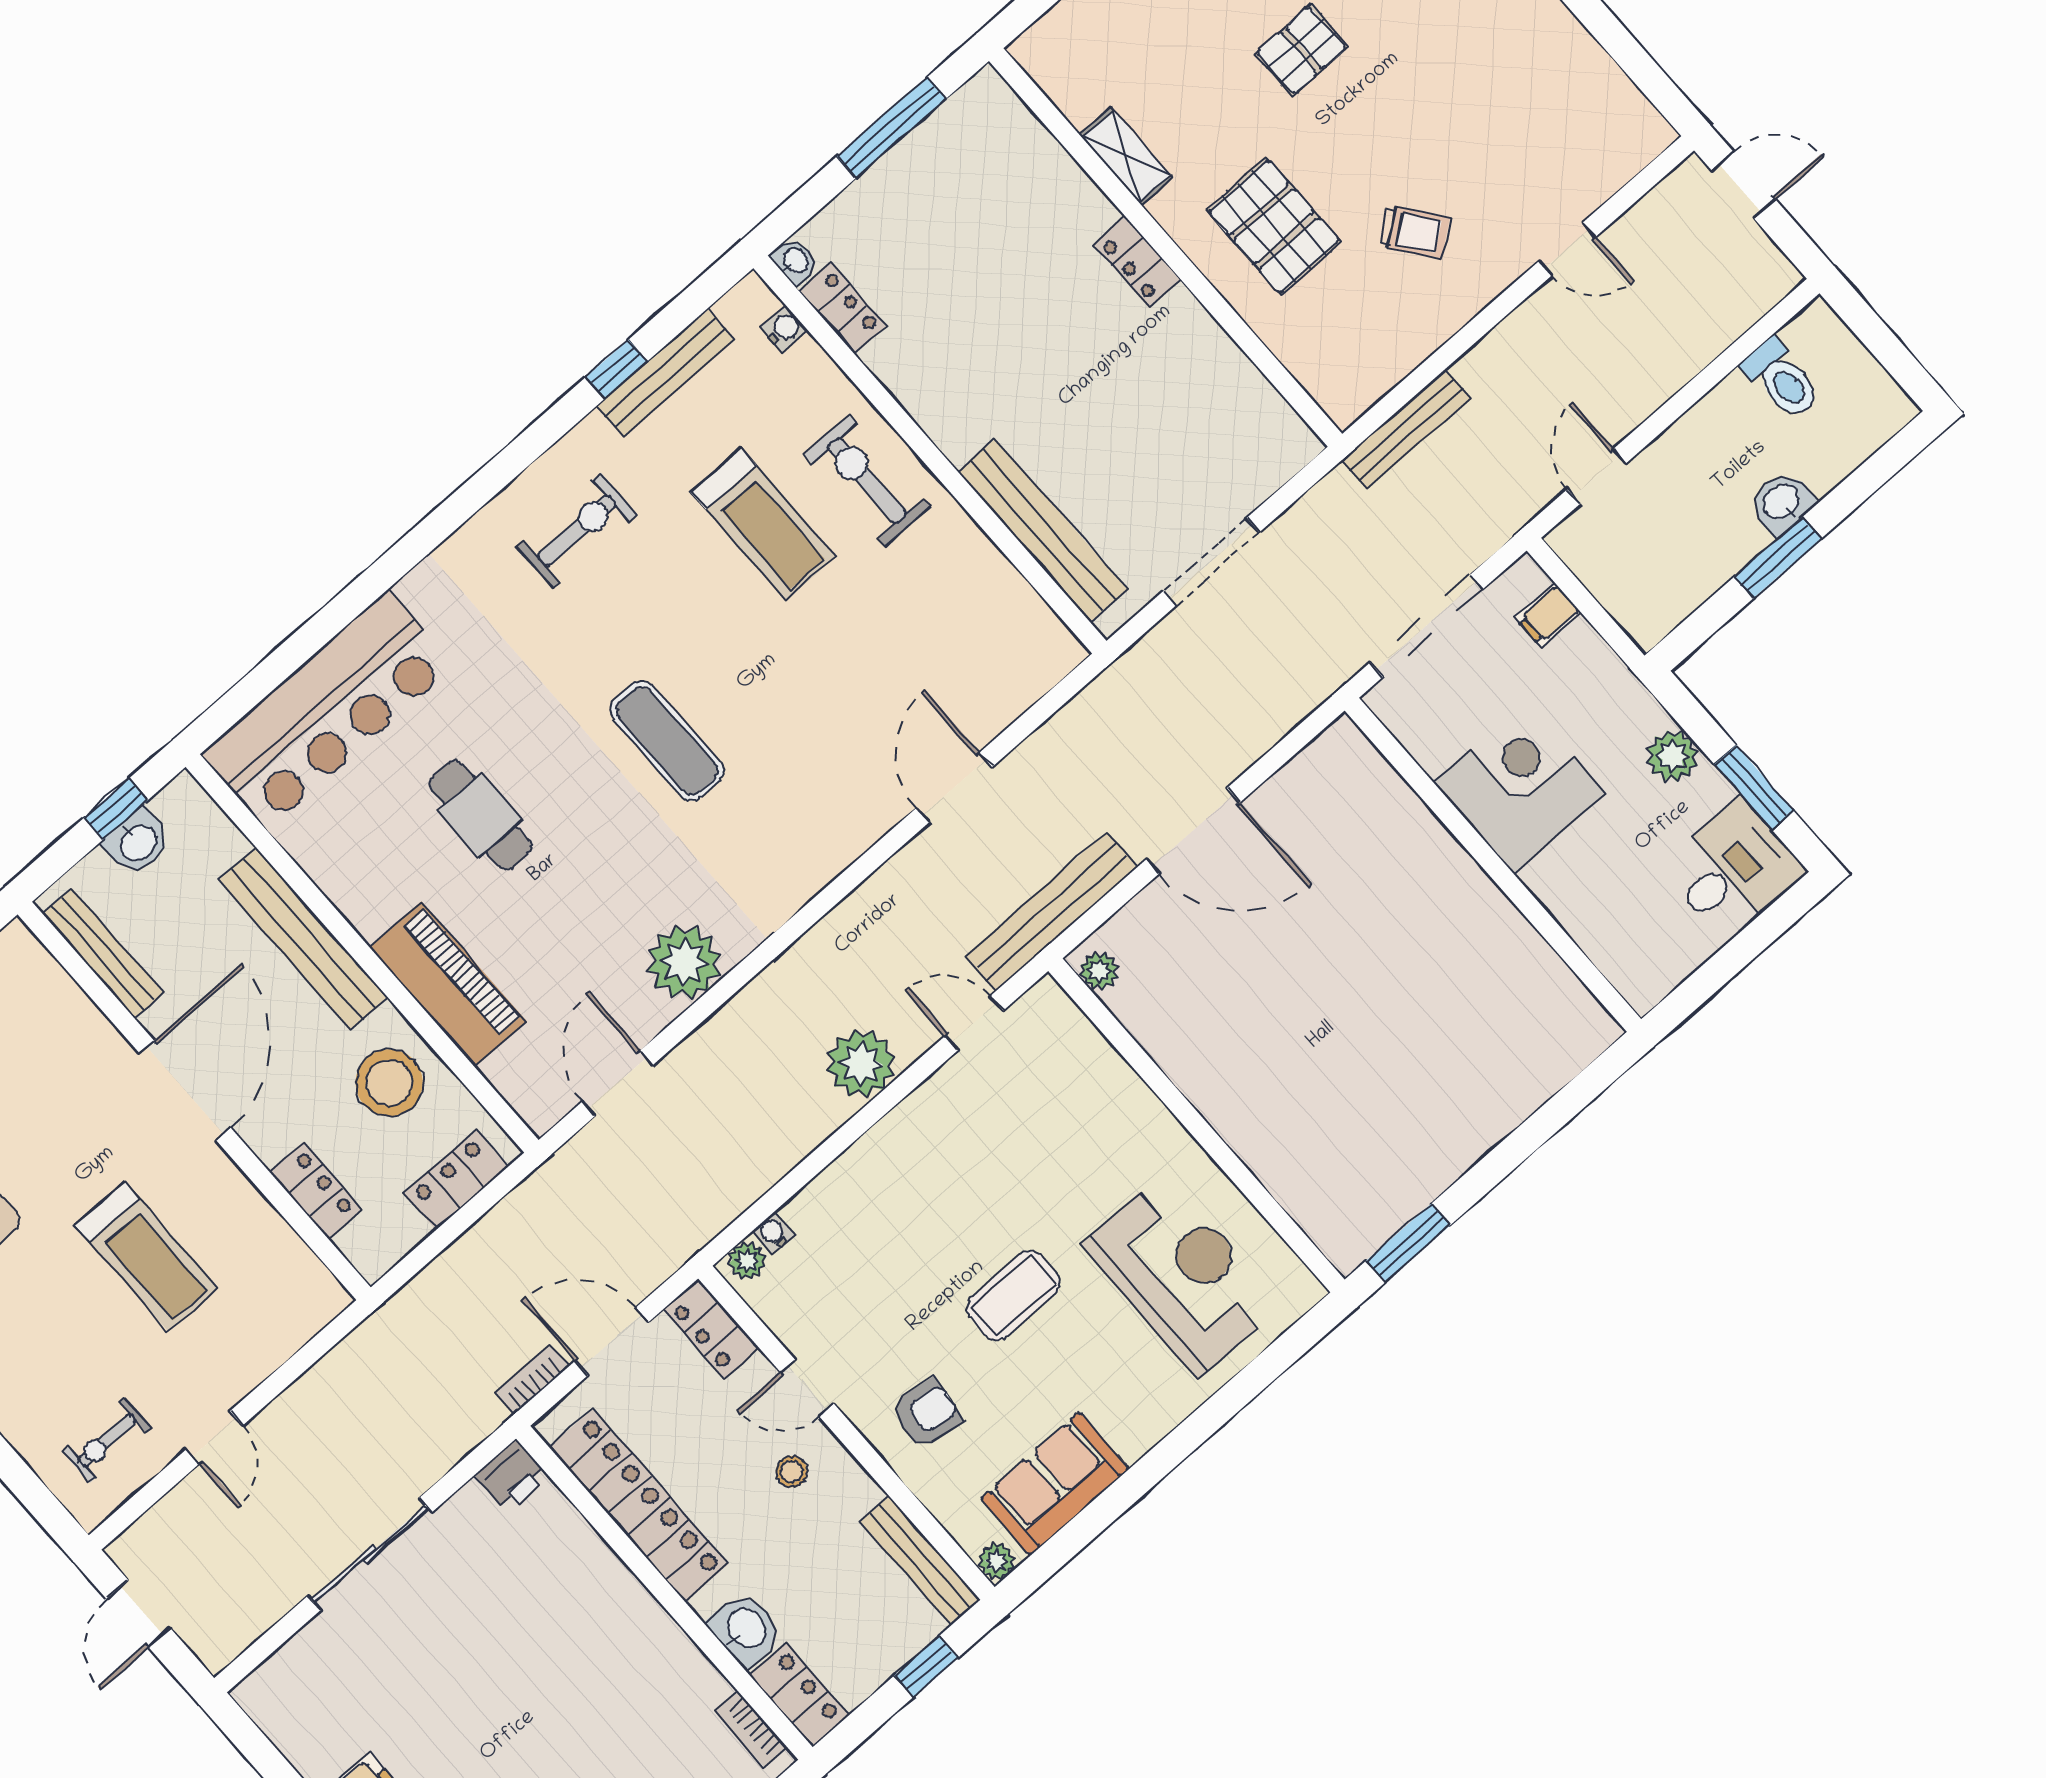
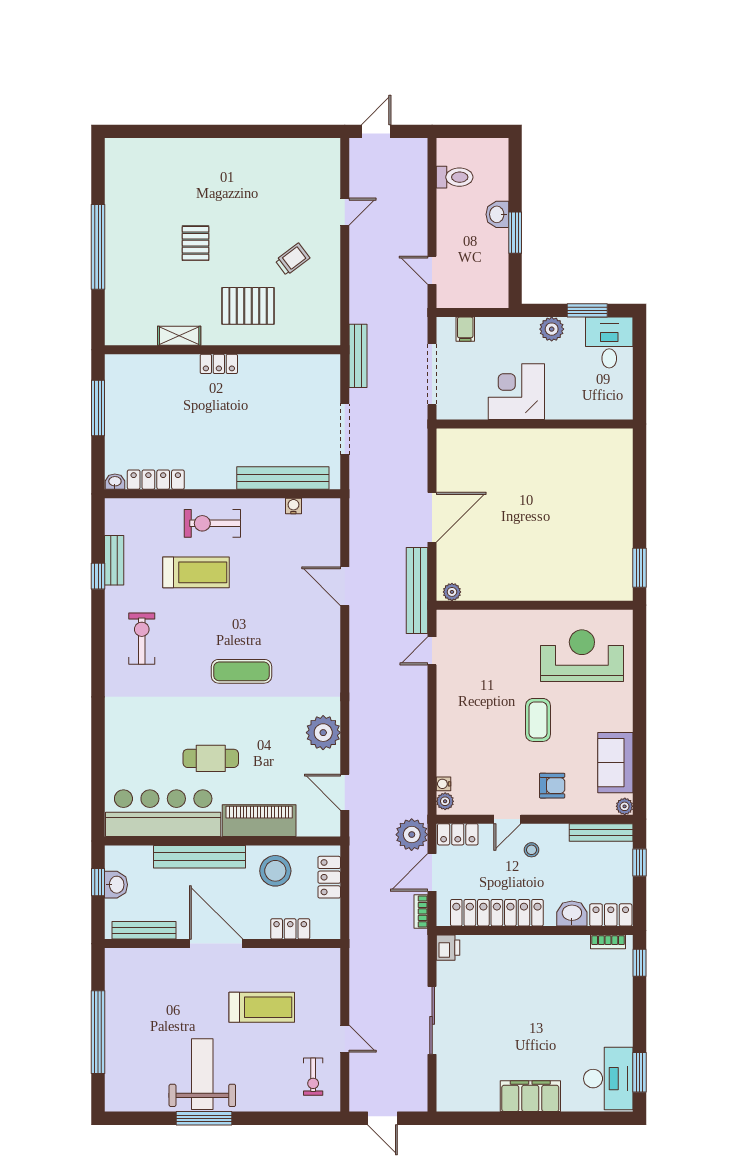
locker: (843, 308) -> (156, 480), width x1.53
water cooler: (784, 329) -> (293, 506), moved
bench: (666, 373) -> (114, 560), width x0.73
bench: (1406, 429) -> (358, 356), moved
bar counter: (328, 710) -> (163, 813), moved, turned -90
plant: (861, 1064) -> (412, 835), moved
armchair: (926, 1413) -> (552, 786), turned 81

